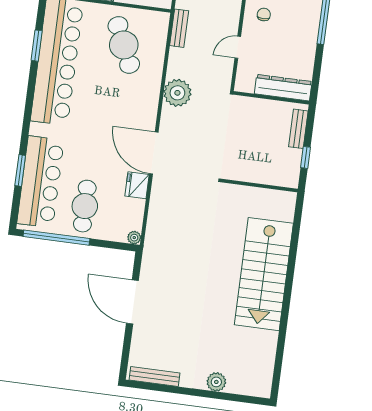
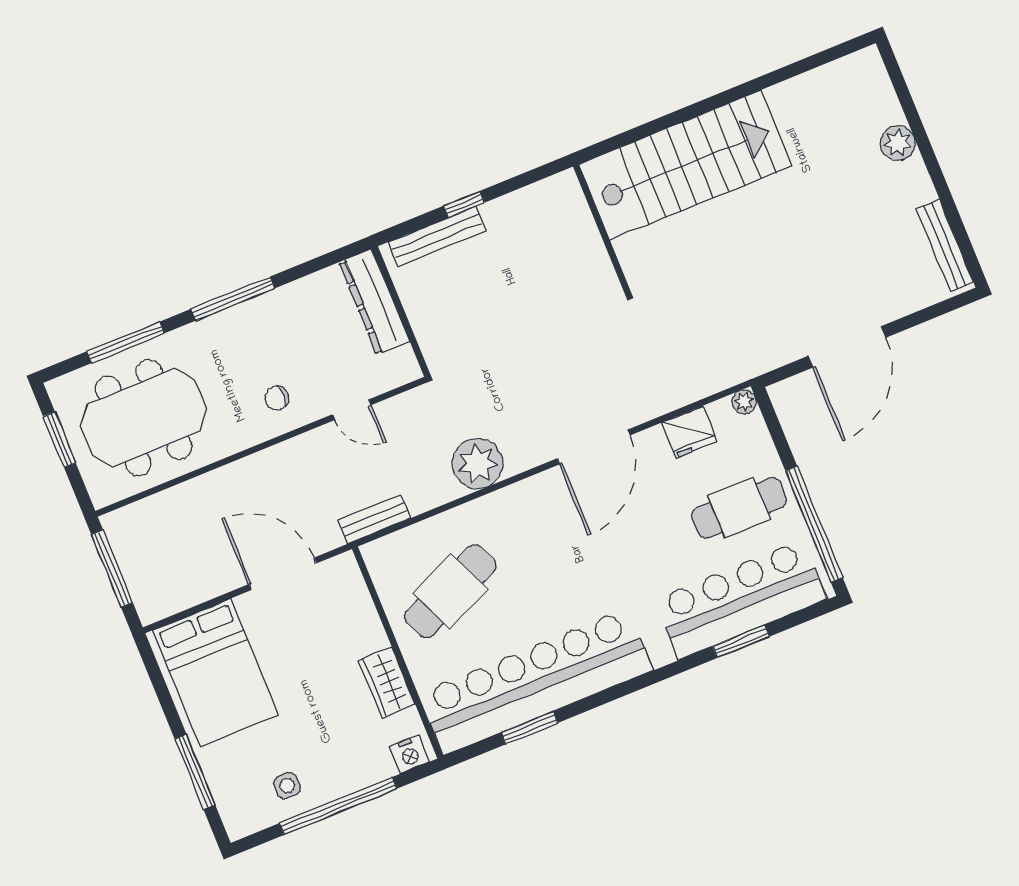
bench: (298, 129) -> (437, 236), width x1.36
fridge: (137, 185) -> (689, 432), moved
wall: (260, 186) -> (602, 229), moved

